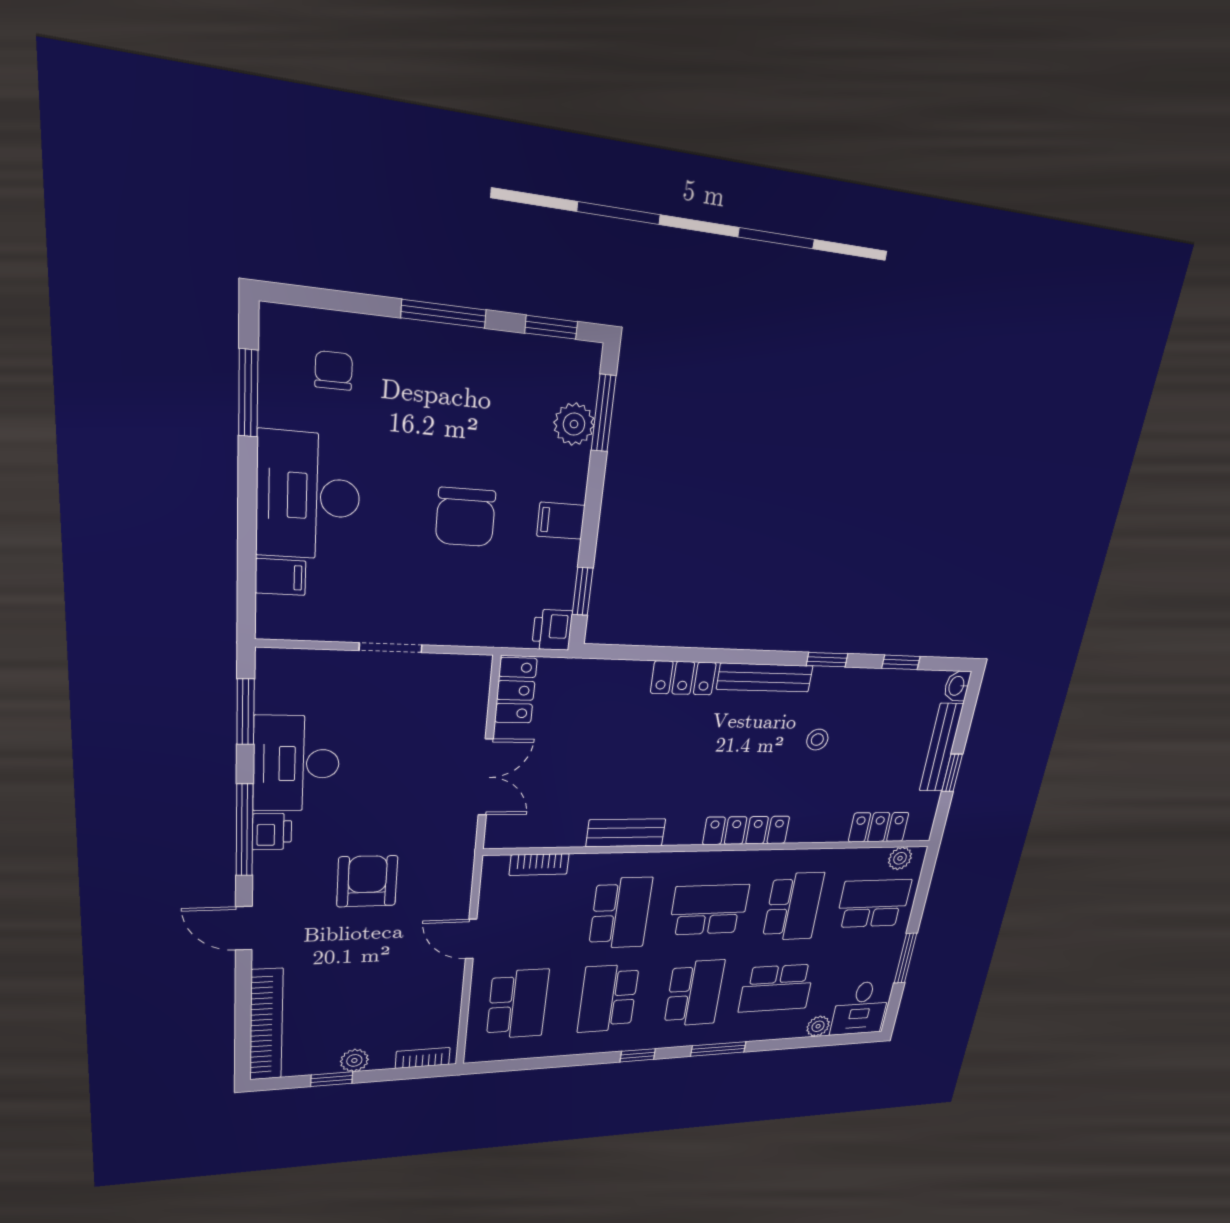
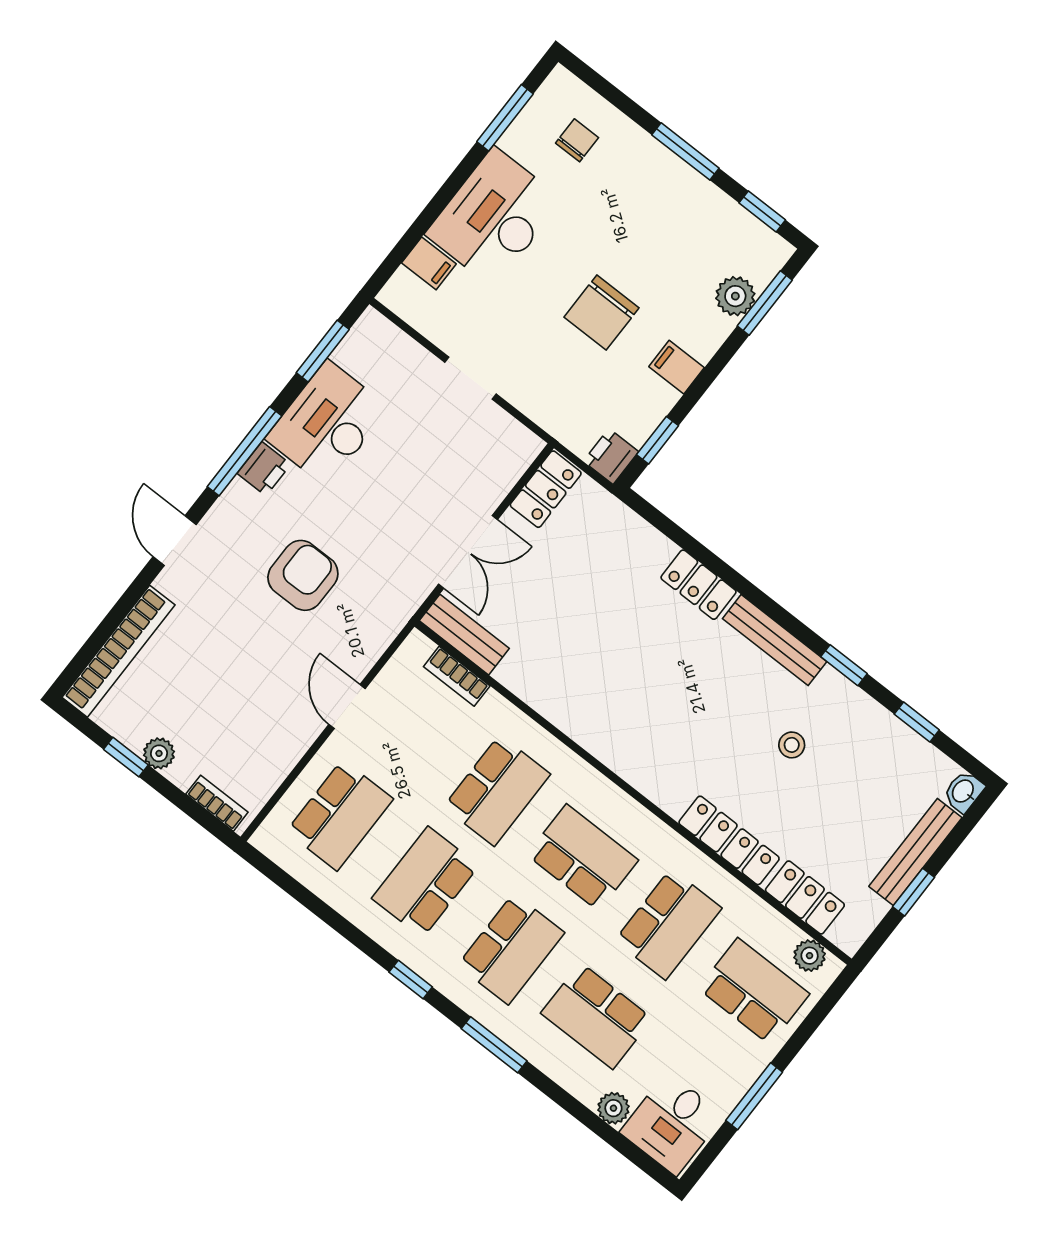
locker: (746, 830) -> (729, 840), moved
bench: (626, 833) -> (464, 635), moved

